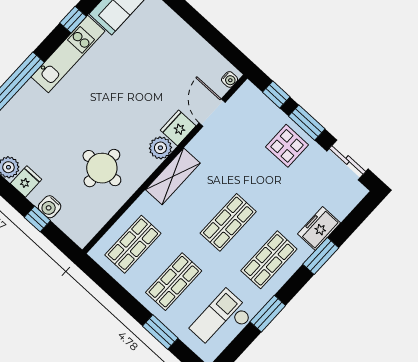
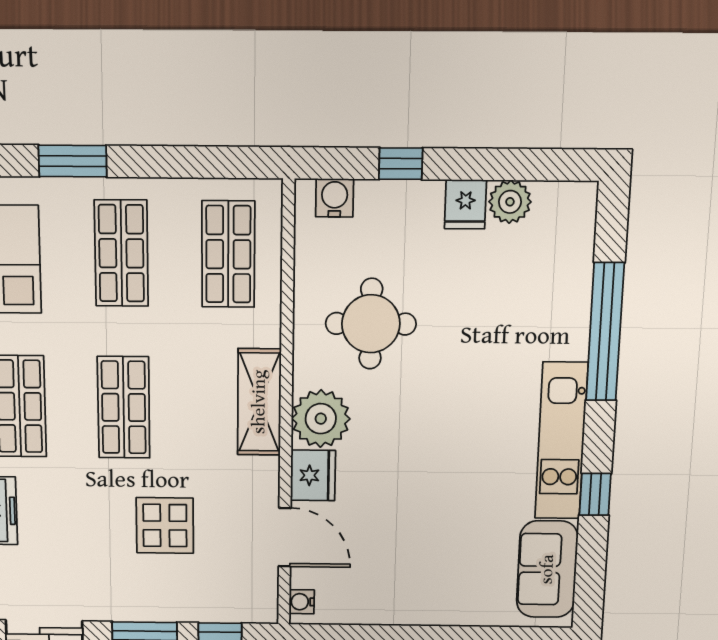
display table: (287, 146) -> (165, 525), moved
plant: (160, 148) -> (321, 419), width x1.36, depth x1.36
water cooler: (50, 207) -> (335, 198), moved

